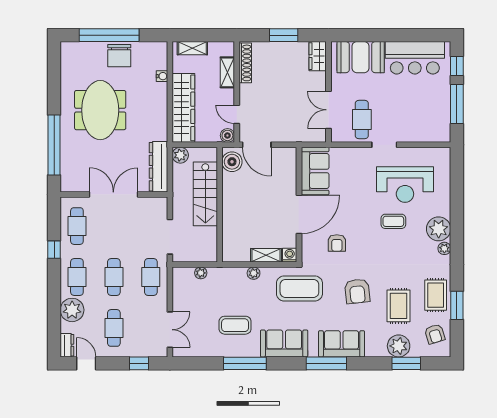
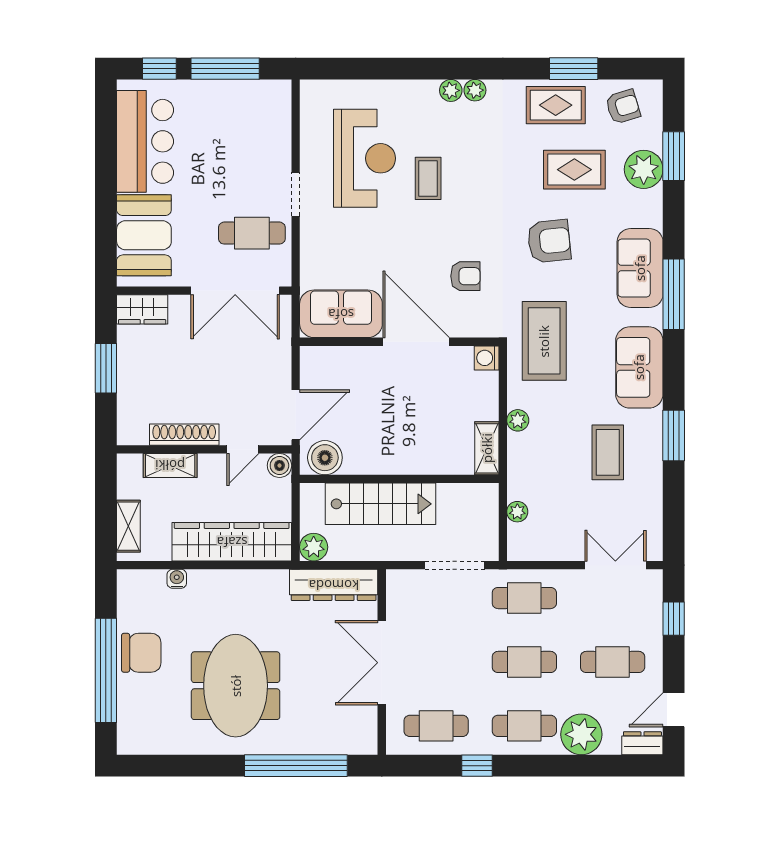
shoe rack: (245, 63) -> (184, 435), moved
meeting table: (100, 110) -> (236, 686), turned 90
double door: (329, 110) -> (235, 291), width x1.37
plant: (439, 229) -> (451, 90), width x0.53, depth x0.53
shelving: (266, 255) -> (487, 448), moved
window: (245, 363) -> (674, 435), width x0.69

